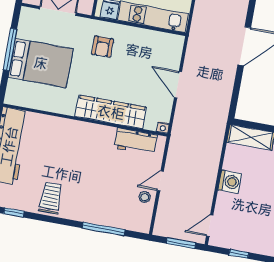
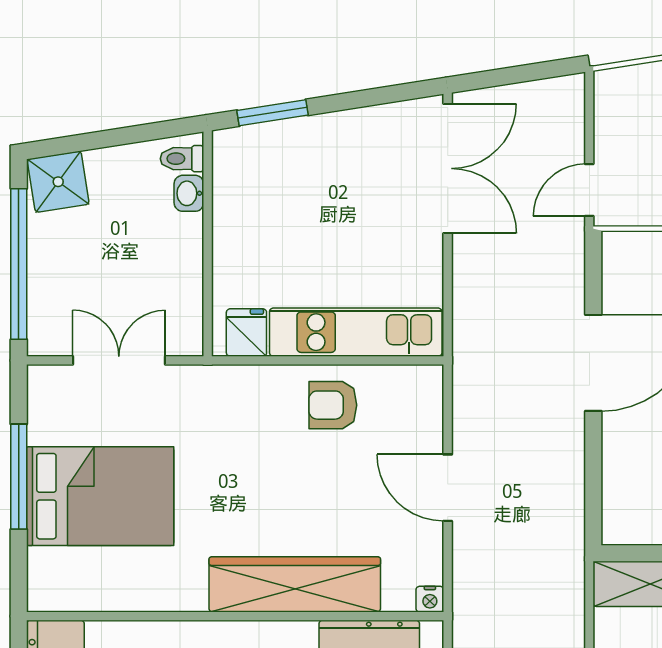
armchair: (102, 47) -> (333, 405), moved, turned 90

